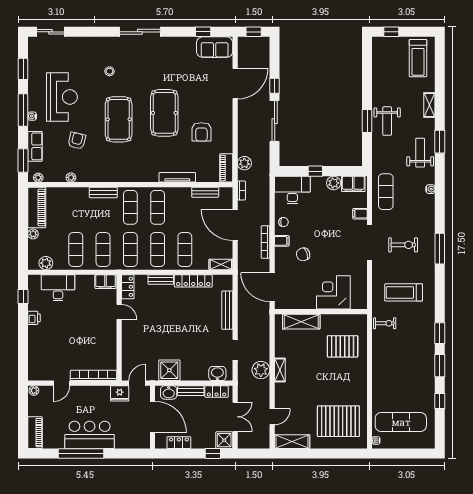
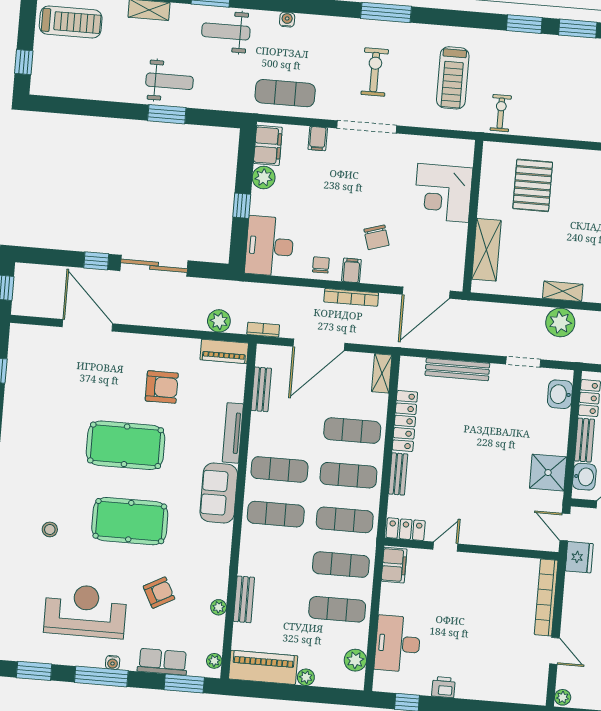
sofa: (215, 47) -> (219, 493), moved, turned 180
armchair: (77, 141) -> (159, 593), turned 139
bench: (103, 192) -> (244, 599), moved

